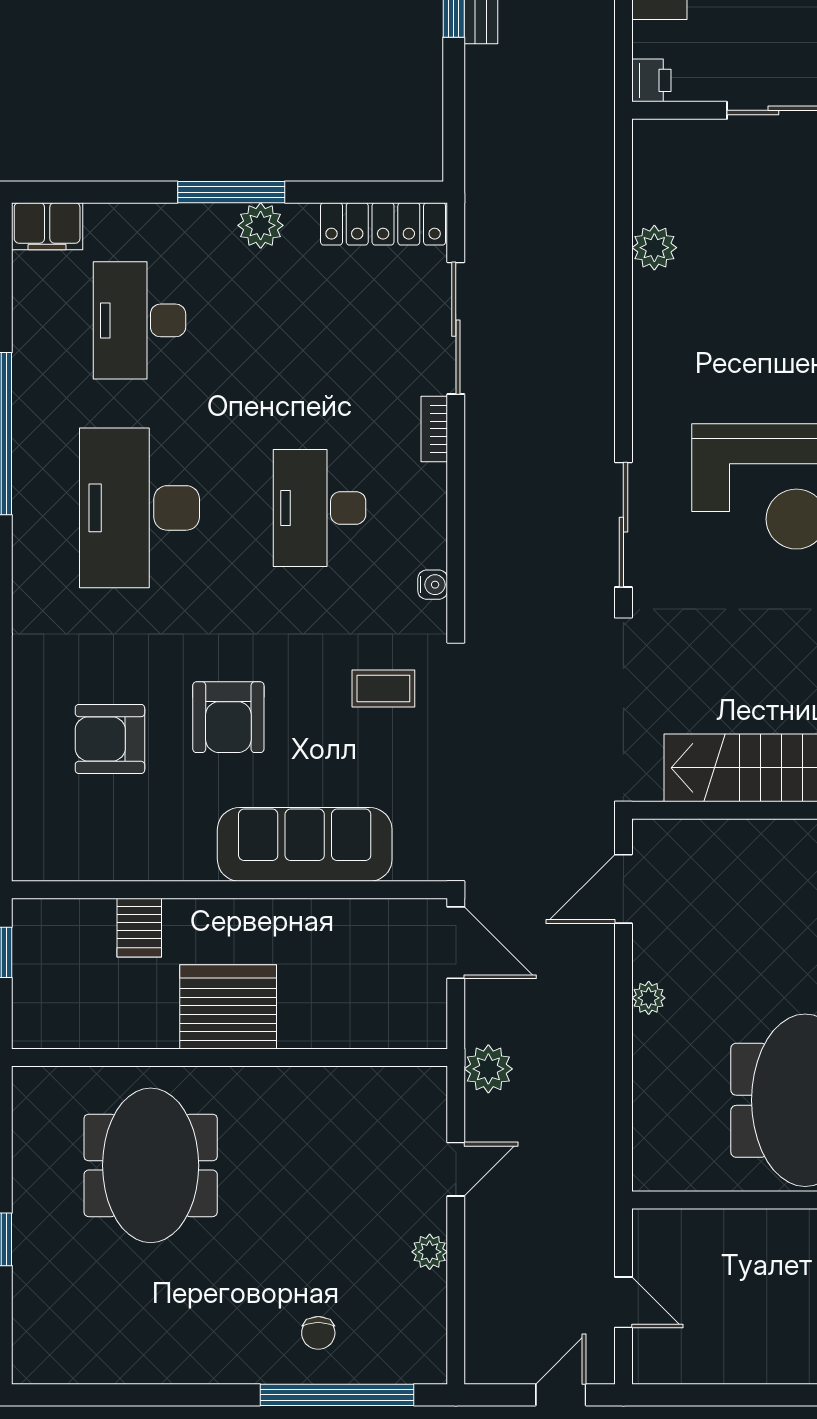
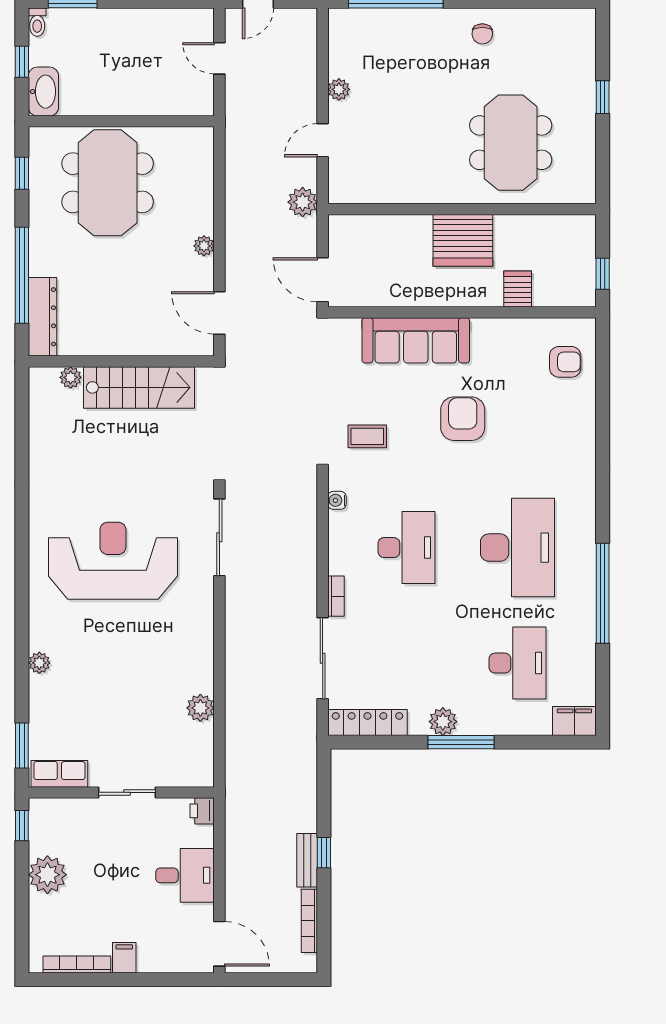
armchair: (110, 739) -> (565, 362), moved, width x0.72, depth x0.72
door: (623, 889) -> (219, 313), swing flipped
chair: (318, 1333) -> (482, 34), moved, turned 180

